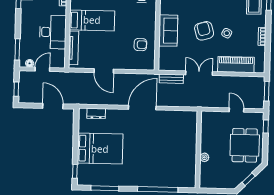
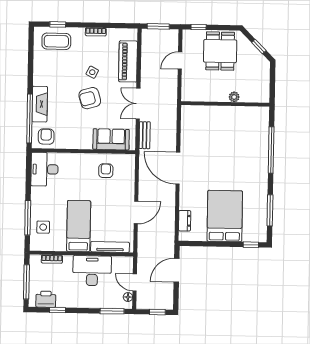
sofa: (168, 31) -> (111, 139), moved
dining table: (245, 145) -> (220, 51), turned 90

